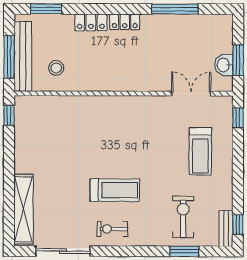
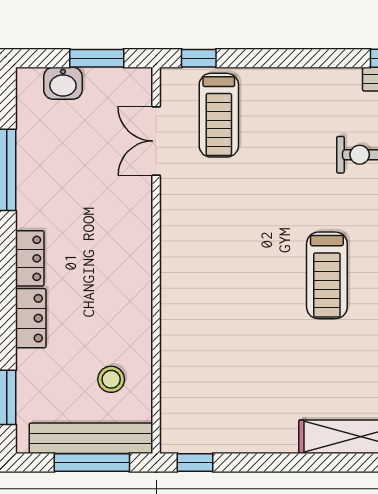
washbasin: (224, 65) -> (63, 83), moved
treadmill: (200, 151) -> (219, 115), moved, turned 90
treadmill: (115, 190) -> (327, 275), turned 180

